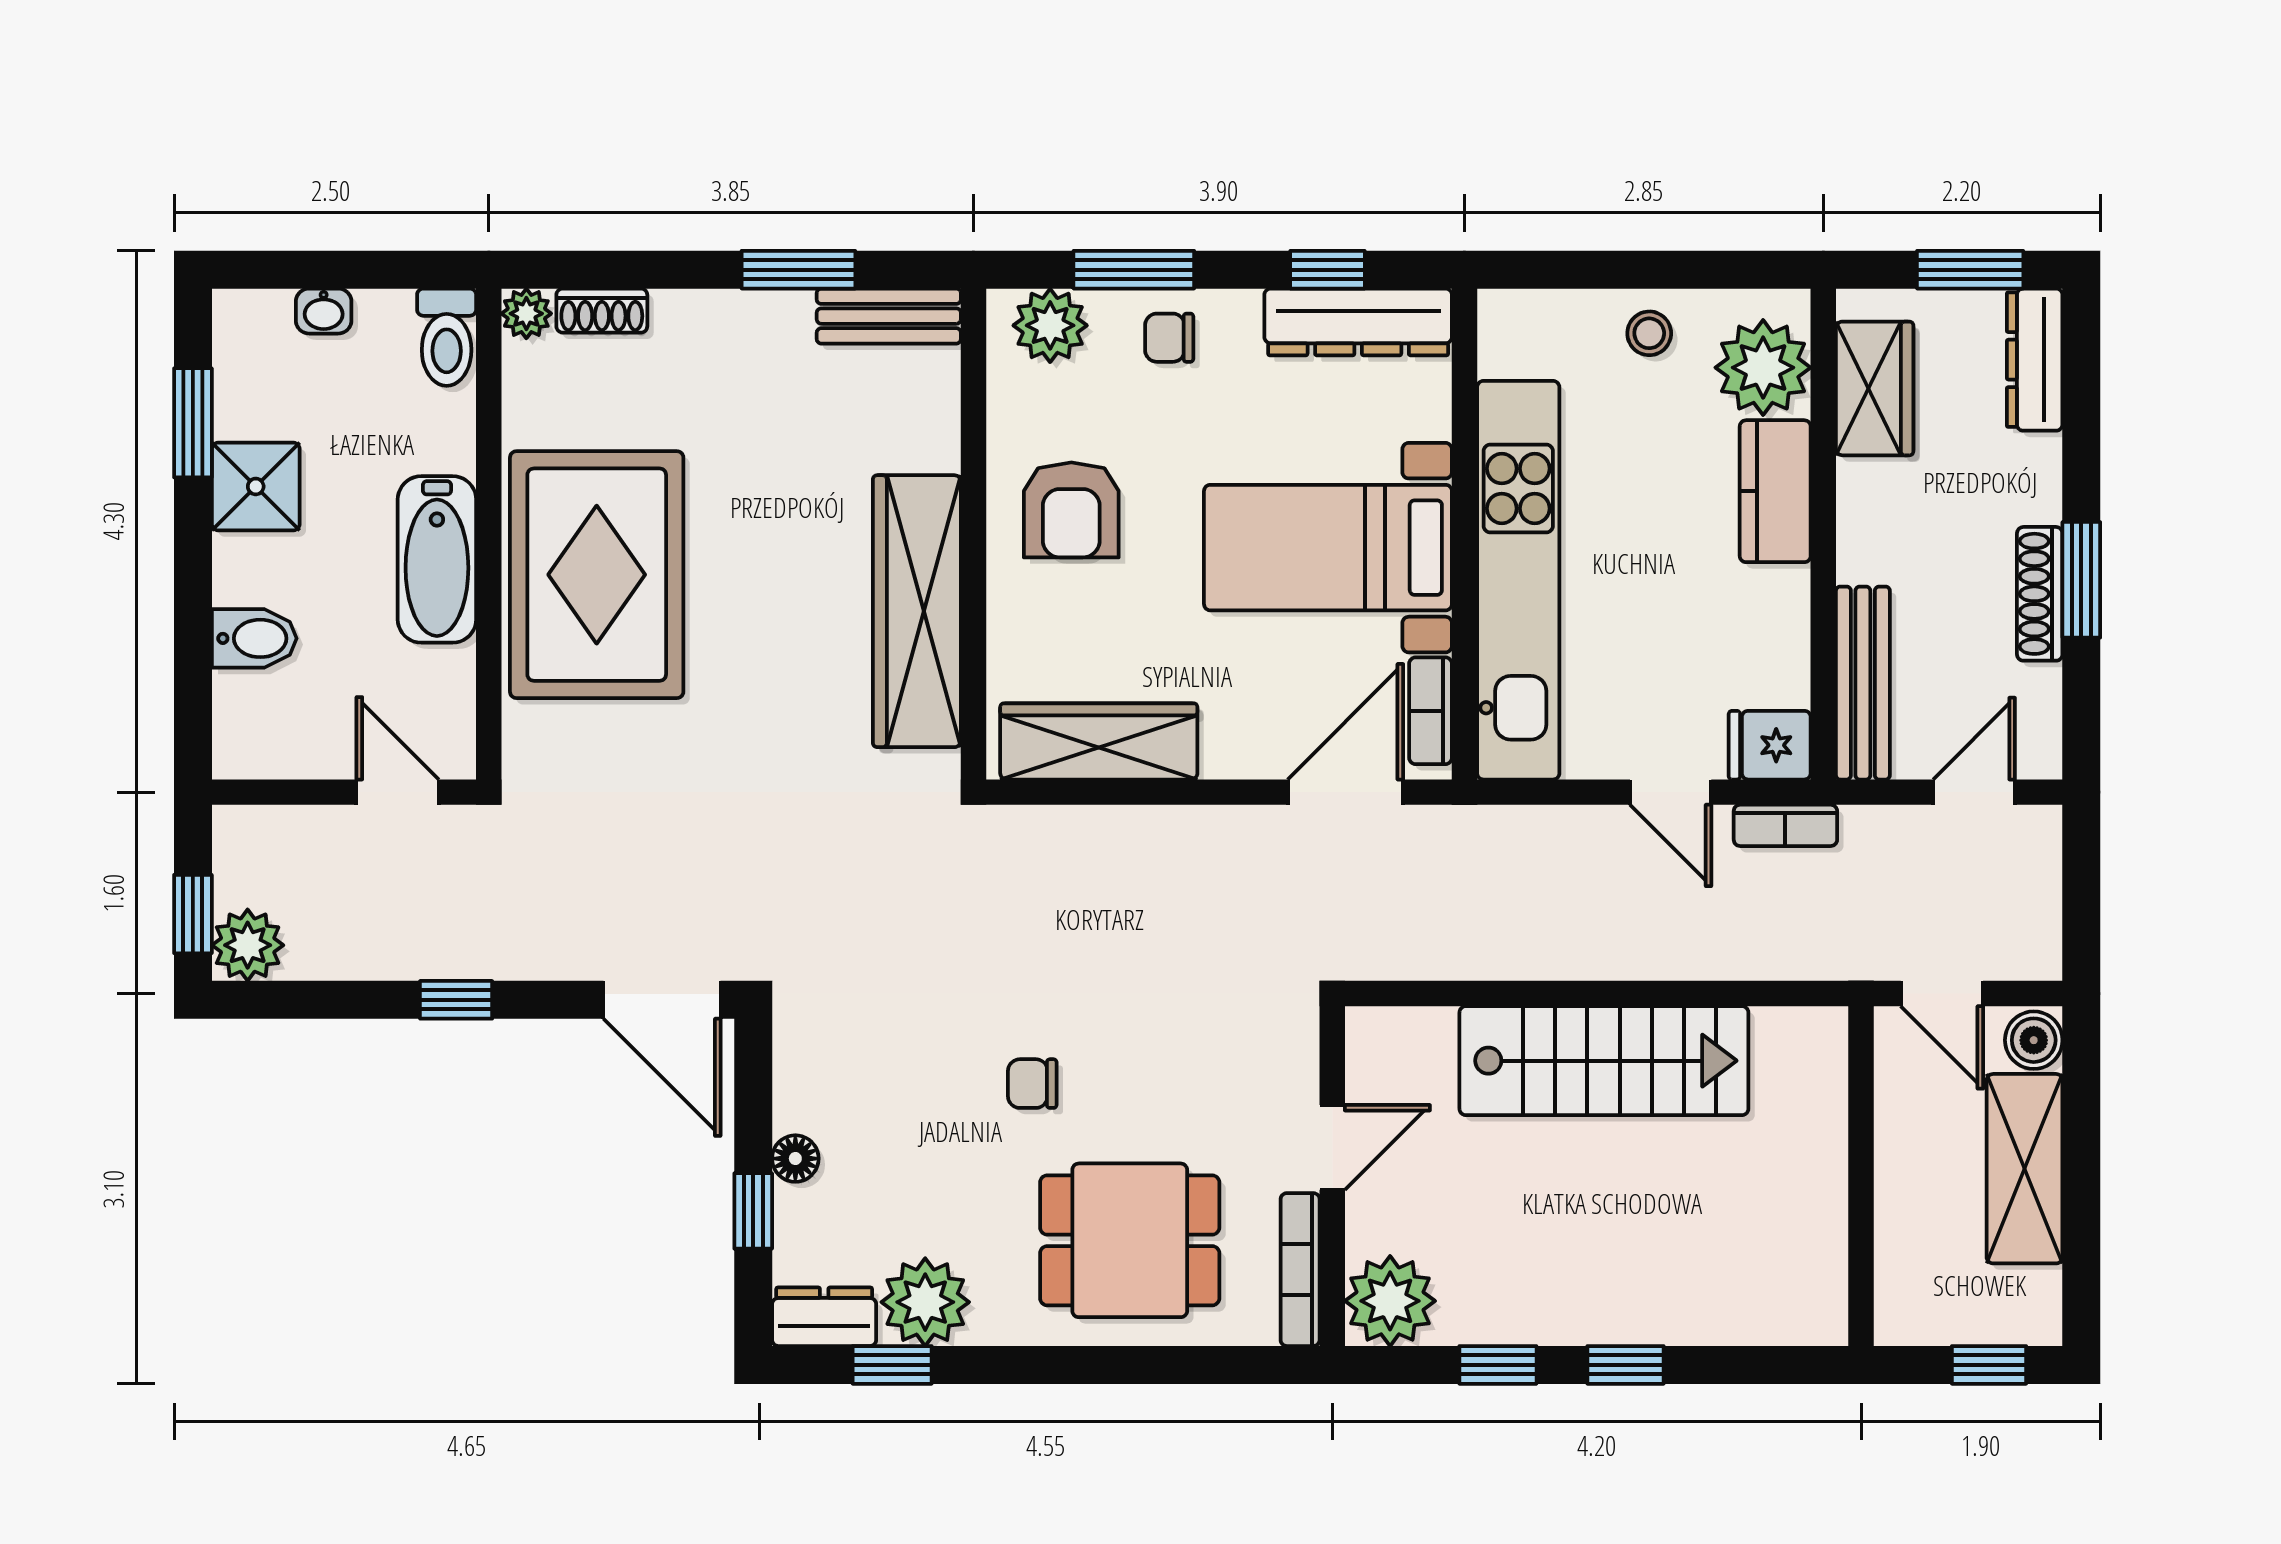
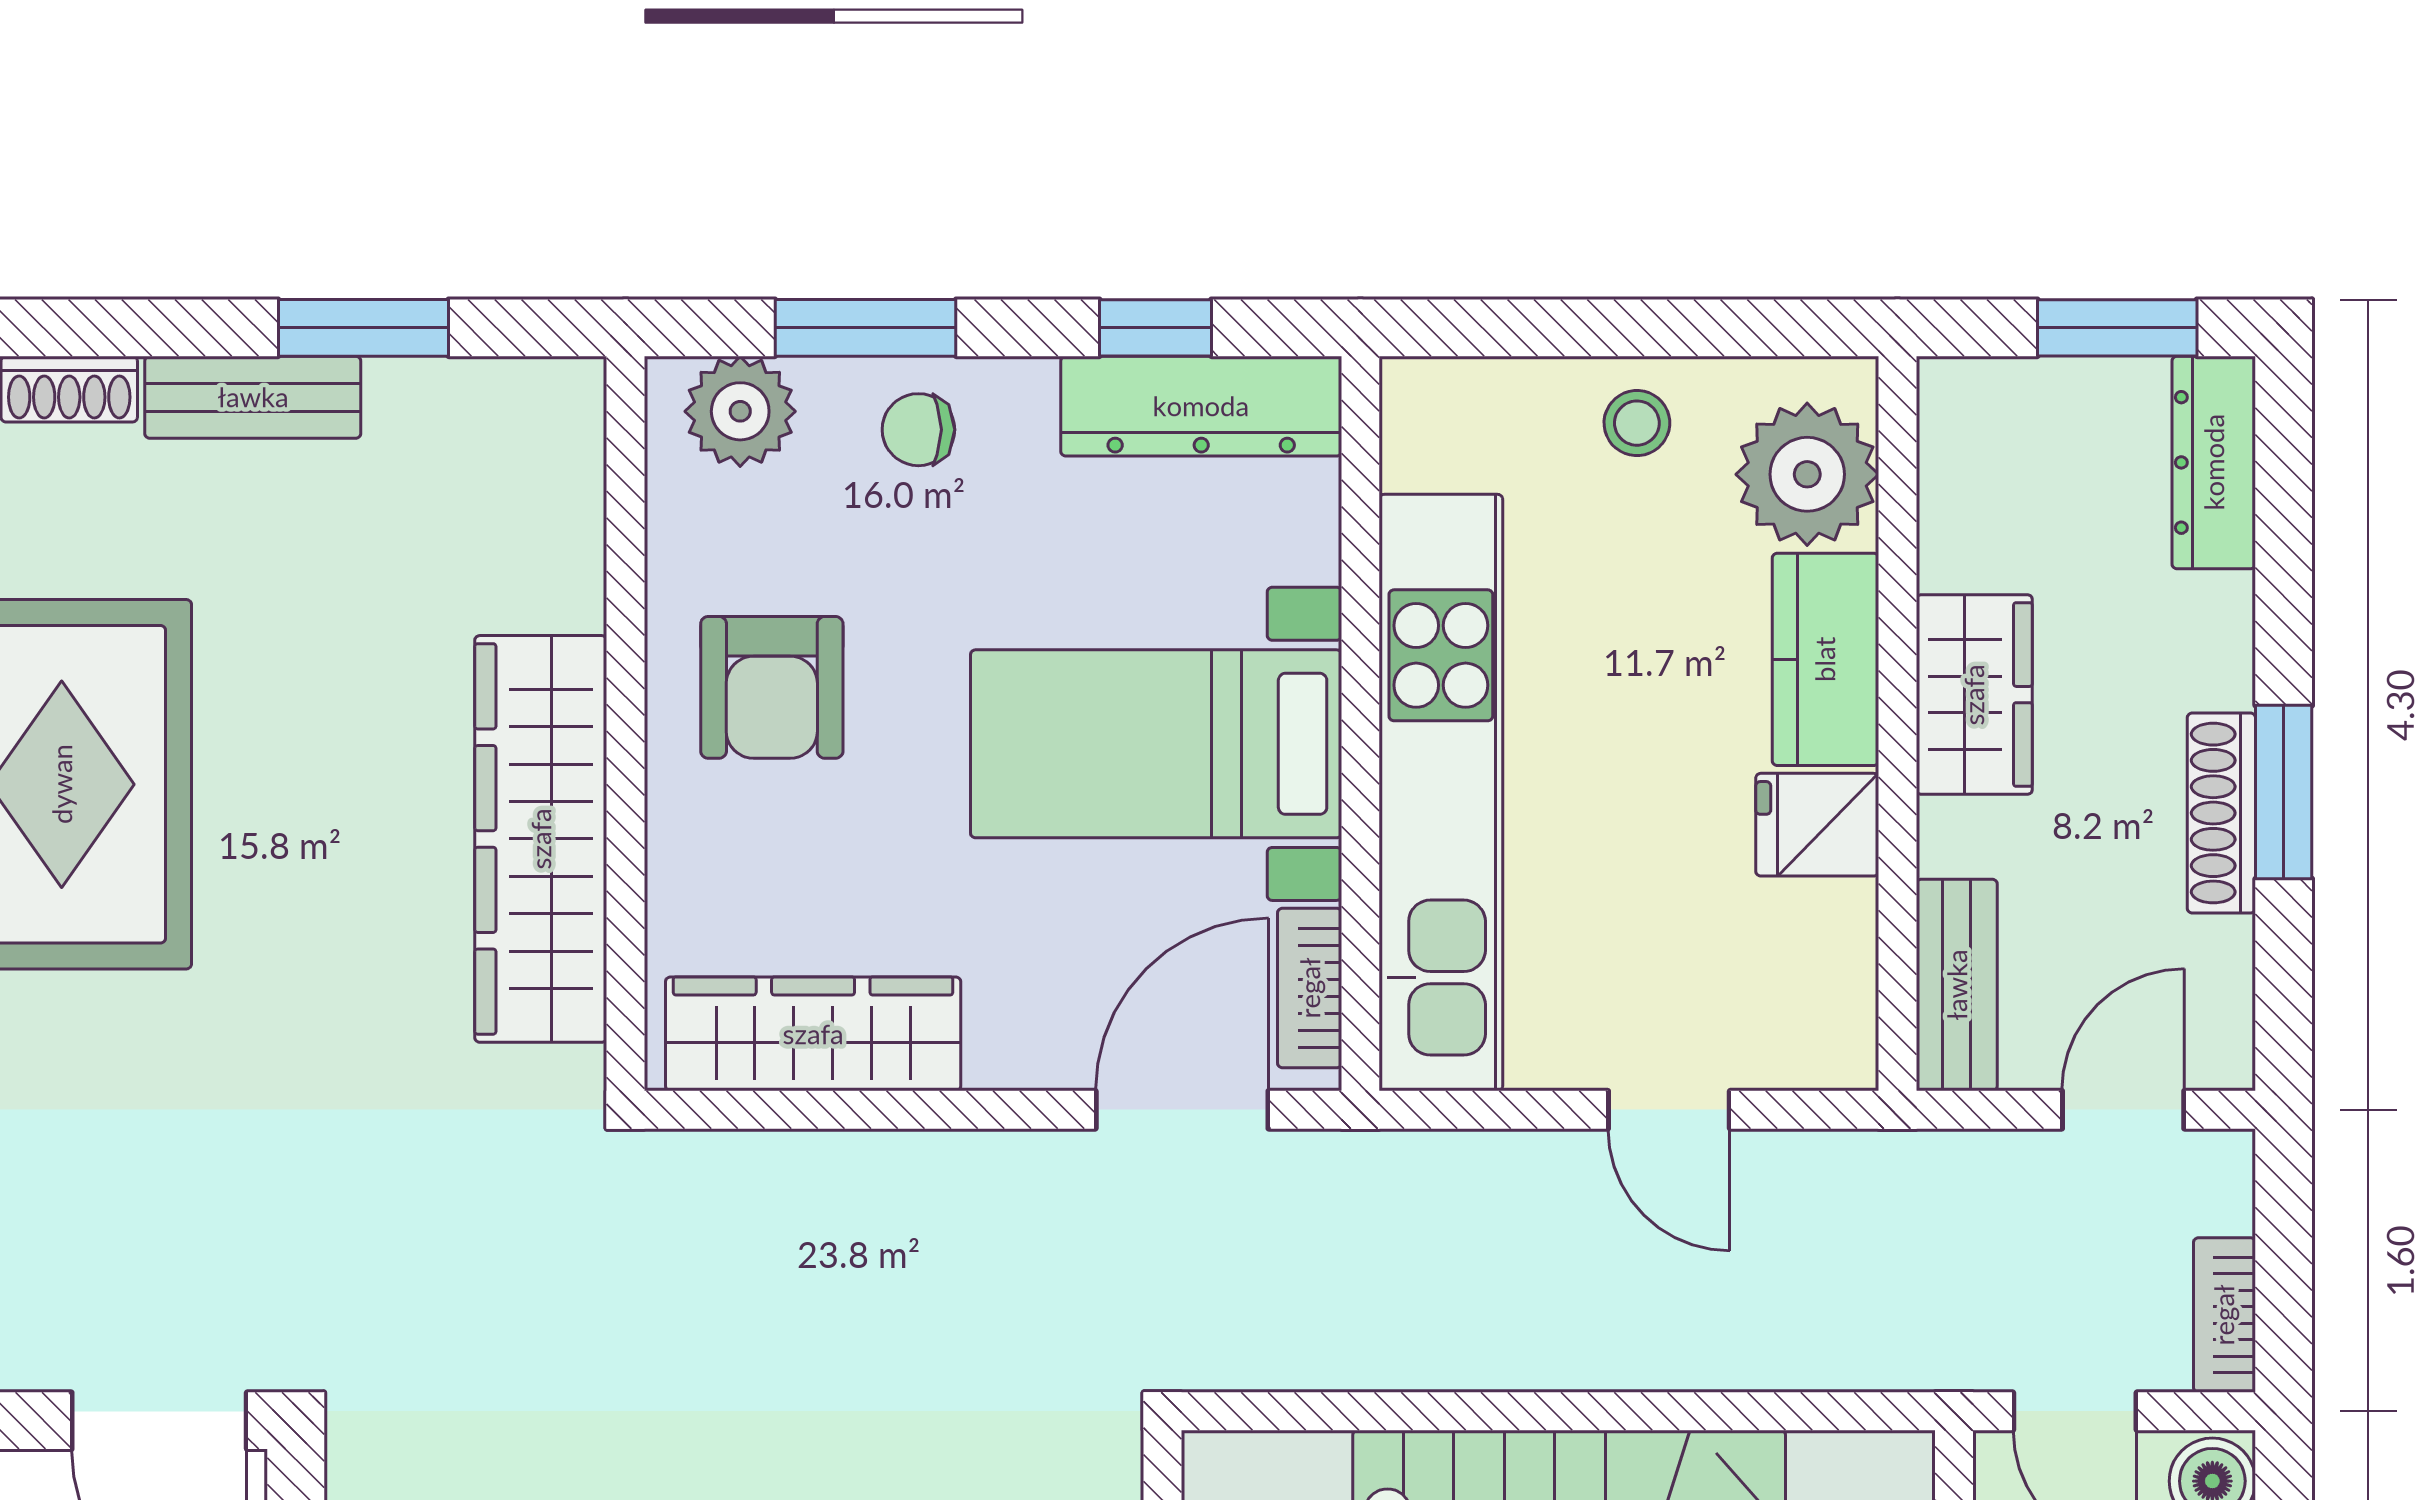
bench: (889, 316) -> (253, 397), moved
wardrobe: (1875, 388) -> (1974, 695), moved
bench: (1863, 683) -> (1957, 985), width x0.73
fridge: (1770, 745) -> (1817, 825), moved
bookcase: (1785, 825) -> (2224, 1315), moved, turned 90

